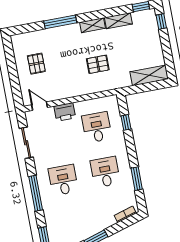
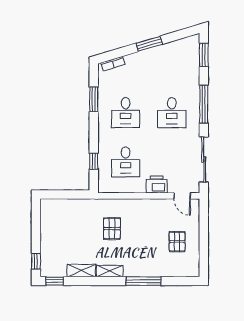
pallet: (98, 64) -> (112, 229), turned 90
shelving: (149, 75) -> (60, 206), removed
sliding door: (26, 143) -> (204, 160), width x1.37

